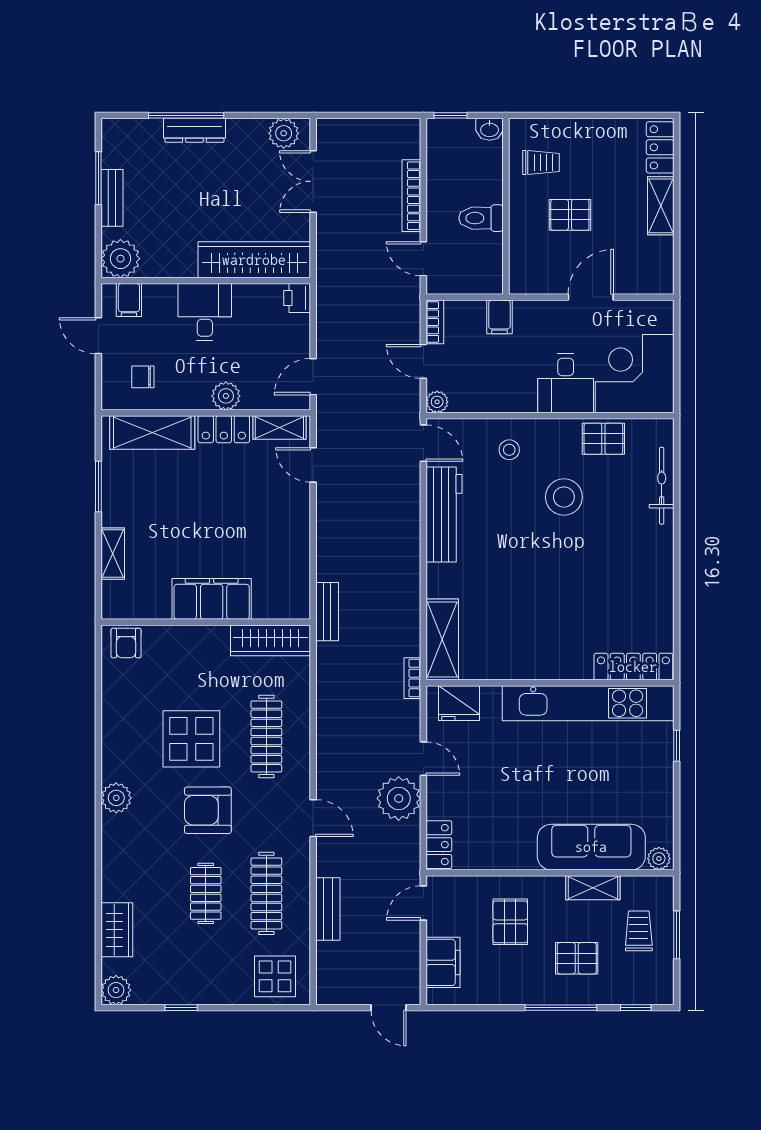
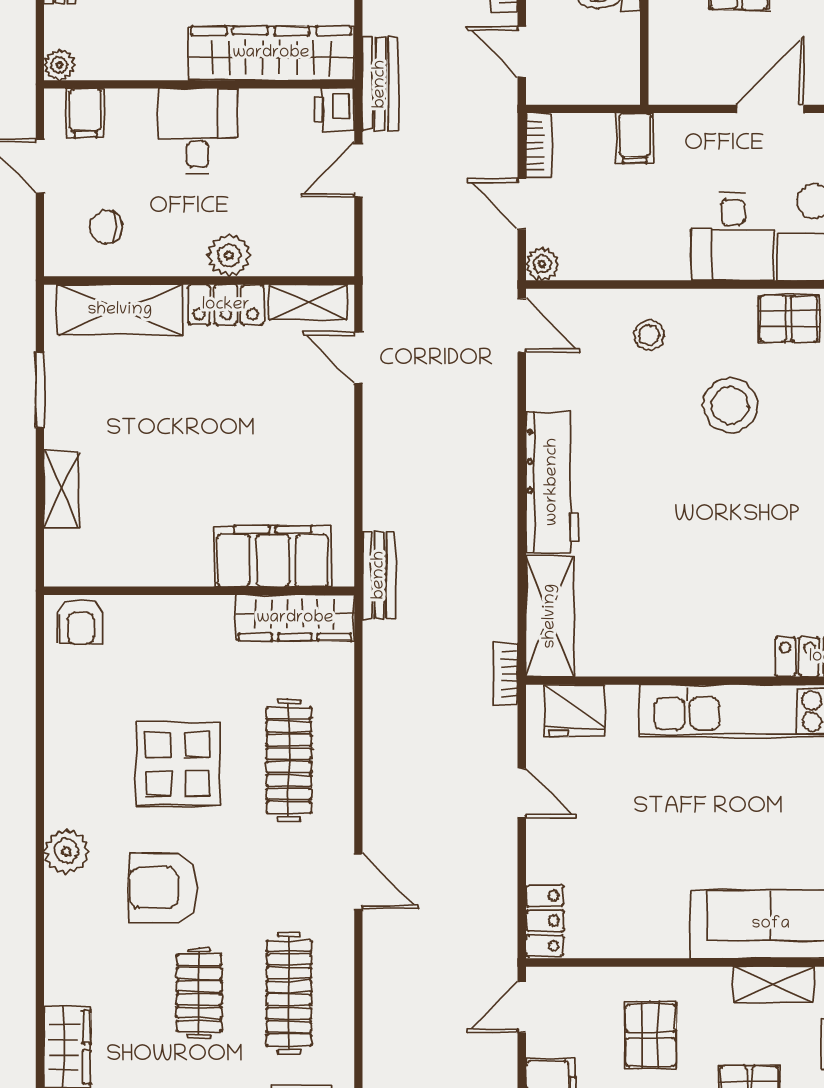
plant: (120, 259) -> (59, 65), width x0.53, depth x0.53
door: (313, 377) -> (358, 170), moved
workbench: (444, 514) -> (552, 482), moved
filing cabinet: (212, 599) -> (273, 556), moved
plant: (399, 798) -> (485, 852), removed
armchair: (208, 810) -> (163, 888), moved
bench: (328, 909) -> (380, 84), moved

